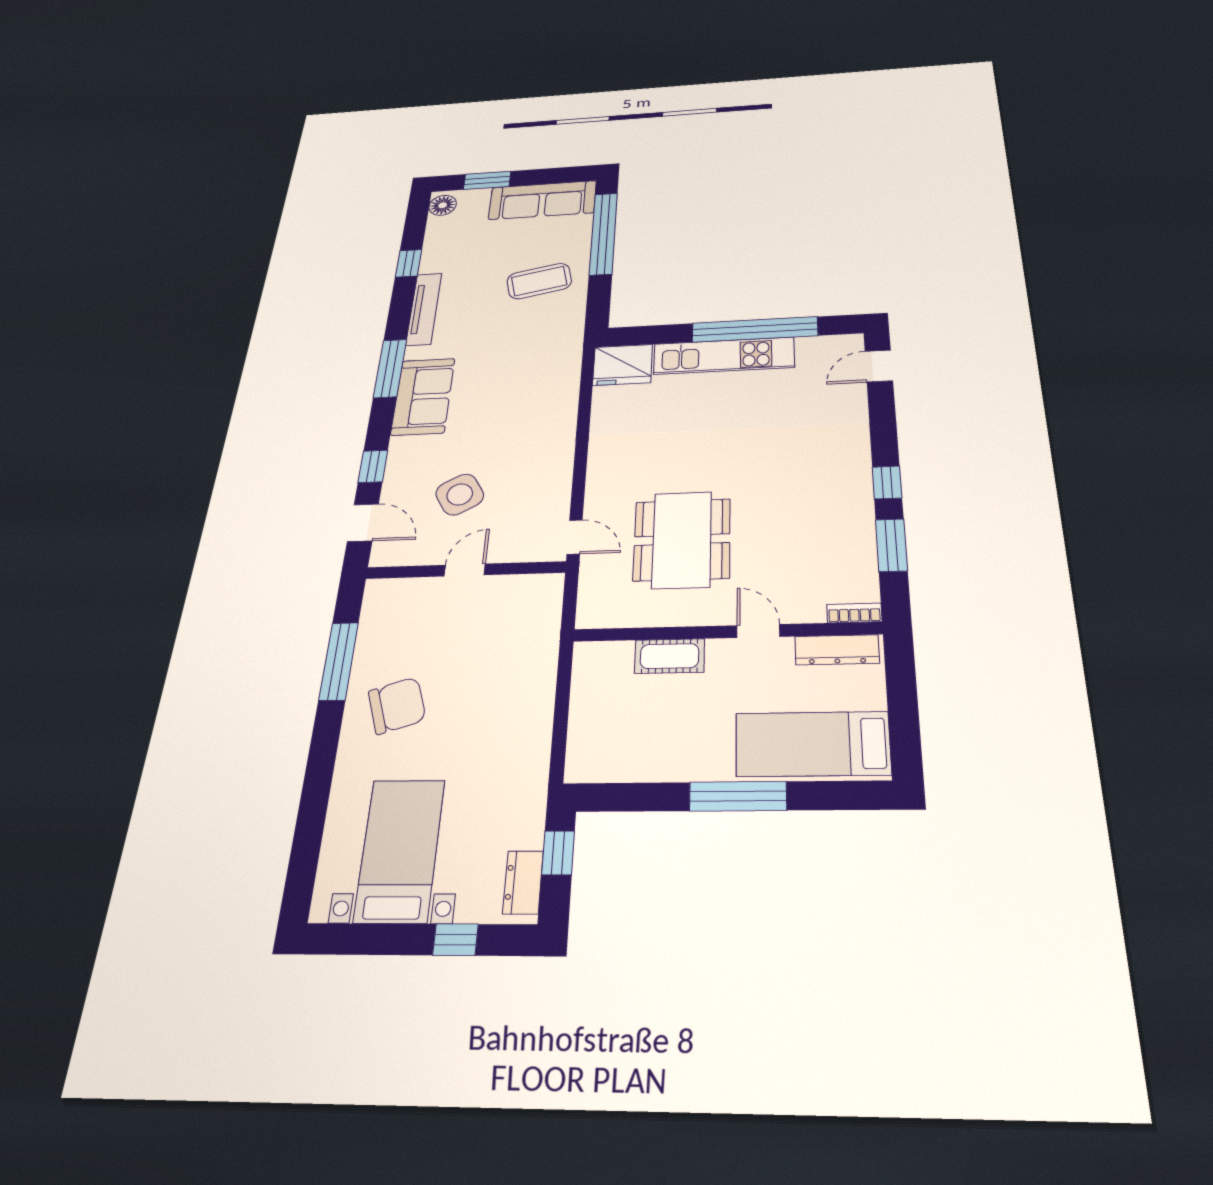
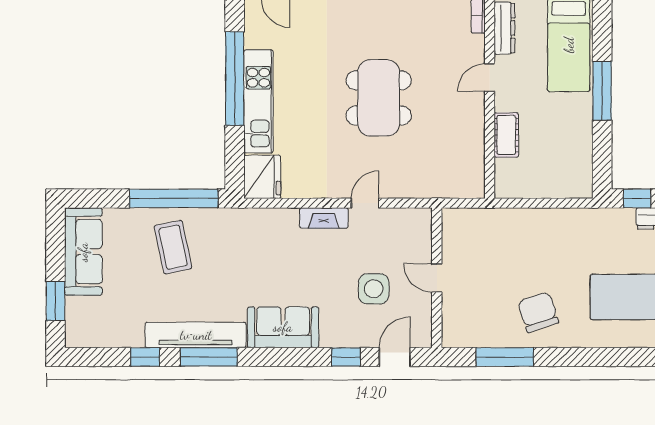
floor lamp: (443, 205) -> (82, 336), removed
window: (603, 234) -> (174, 199), moved
tv unit: (424, 309) -> (196, 335), width x1.36, depth x1.29
window: (390, 368) -> (209, 357), moved
fireplace: (562, 434) -> (324, 218), added
side table: (460, 494) -> (374, 289), turned 30
door: (575, 537) -> (365, 203), moved
dining table: (682, 540) -> (379, 98), moved, turned 90

